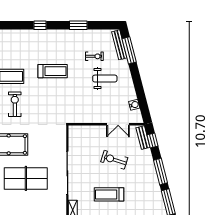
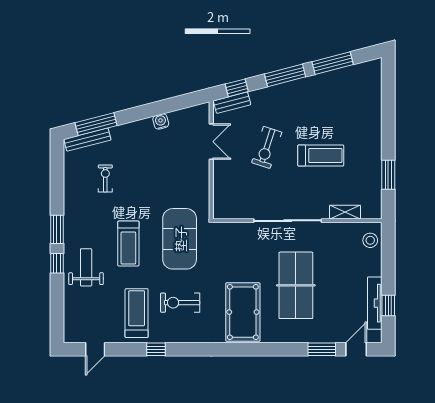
window: (78, 25) -> (57, 229), moved
treadmill: (53, 71) -> (128, 243), turned 180
weight bench: (105, 79) -> (86, 267), moved
exercise mat: (56, 104) -> (180, 239), added
water cooler: (134, 105) -> (161, 121), moved
treadmill: (109, 194) -> (321, 156), turned -90

